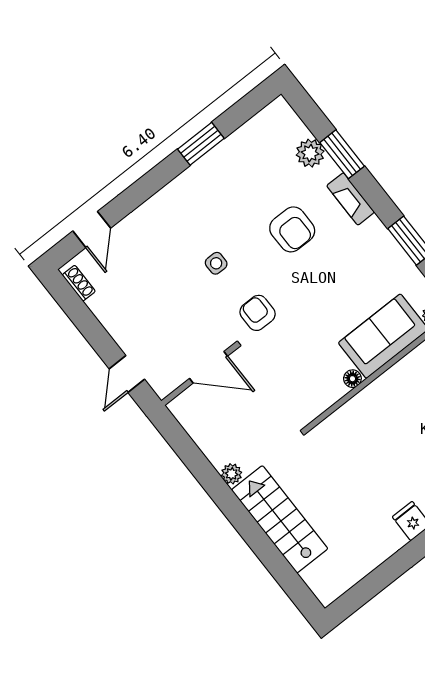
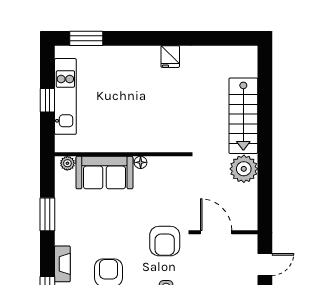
armchair: (258, 313) -> (165, 241), width x1.38, depth x1.38
plant: (232, 474) -> (244, 169), width x1.87, depth x1.87

